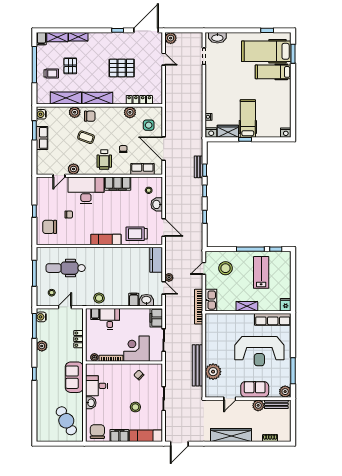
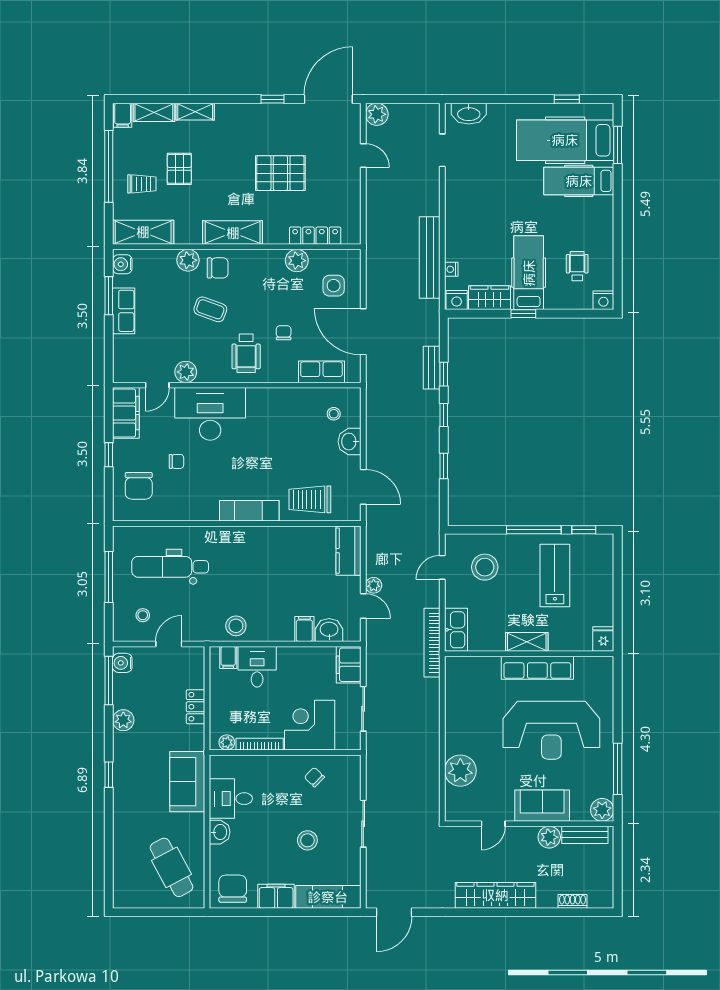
shelving: (66, 98) -> (143, 232), moved
wheelchair: (272, 115) -> (577, 266), added
filing cabinet: (118, 184) -> (126, 413), moved, turned -90
chair: (50, 227) -> (139, 486), turned -90
row of seats: (273, 319) -> (537, 668), moved
bench: (197, 365) -> (430, 258), moved

